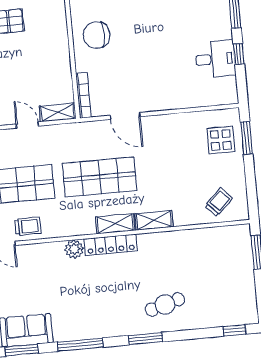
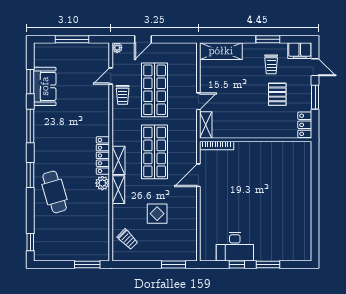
chair: (96, 35) -> (261, 159), removed
desk: (215, 59) -> (235, 247), width x1.37
display table: (221, 140) -> (157, 214), moved
plant: (74, 249) -> (102, 183), moved
cafe table: (165, 304) -> (55, 192), width x1.37, depth x1.35

